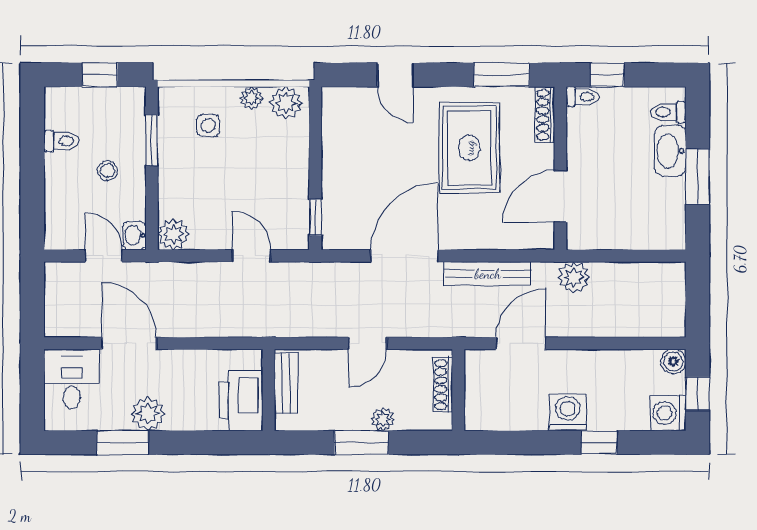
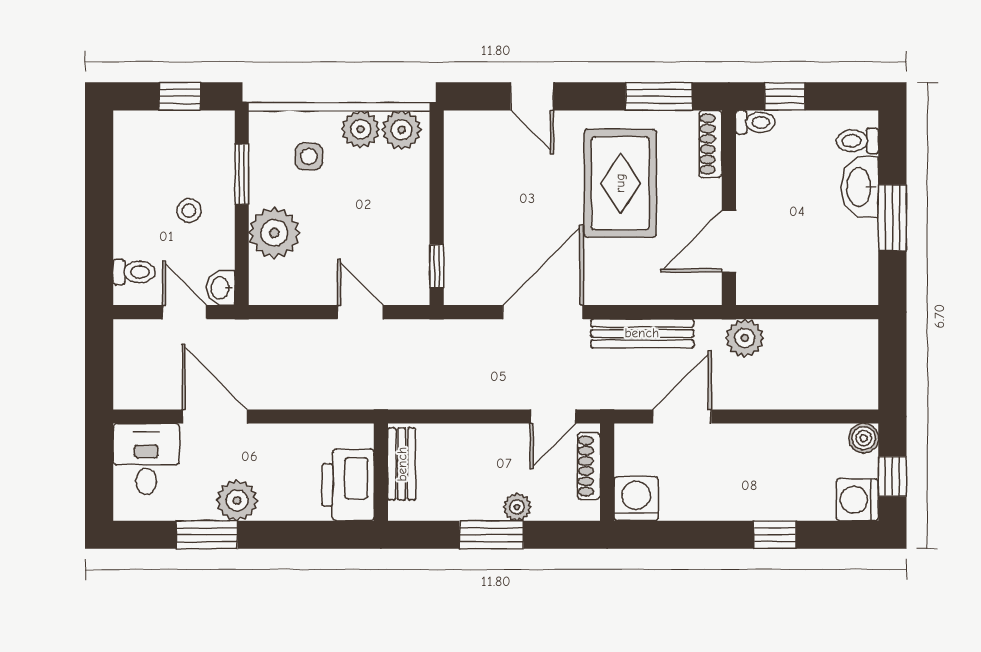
plant: (252, 98) -> (361, 129), width x1.38, depth x1.38
toilet: (62, 141) -> (134, 272), moved
plant: (173, 234) -> (274, 233), moved, width x1.36, depth x1.36
door: (367, 343) -> (553, 416), moved
washing machine: (568, 412) -> (636, 499), moved

